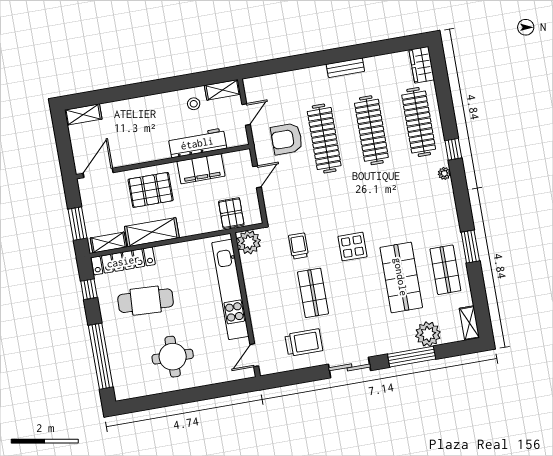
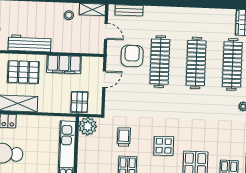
bench: (345, 68) -> (129, 10), moved
door: (246, 114) -> (106, 31), hinge flipped
armchair: (287, 139) -> (132, 56), turned 90
workbench: (197, 143) -> (29, 43), moved

